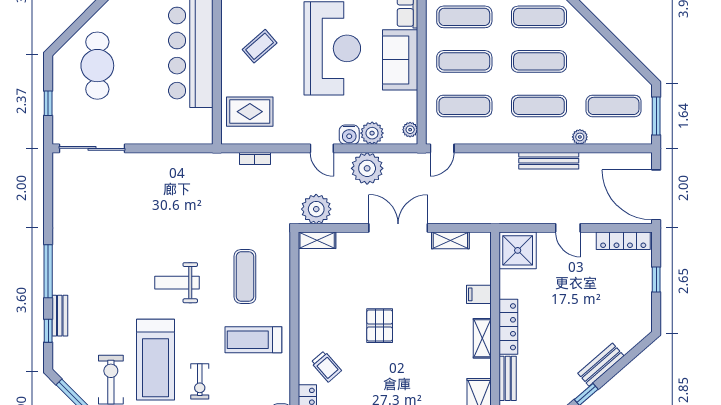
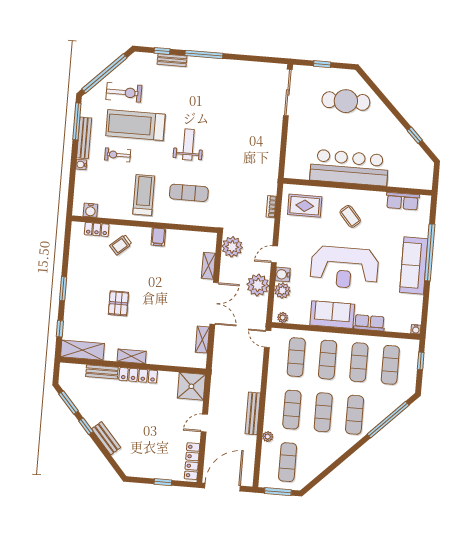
rug: (250, 112) -> (305, 206), turned 90
shelving: (317, 240) -> (208, 266), moved
filing cabinet: (479, 294) -> (158, 237), moved, turned 180
pallet: (380, 326) -> (118, 303), moved, turned 90

